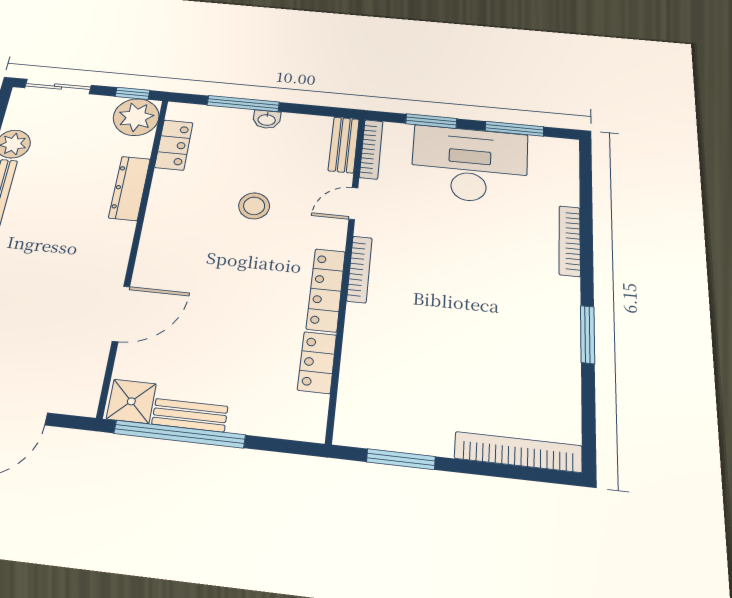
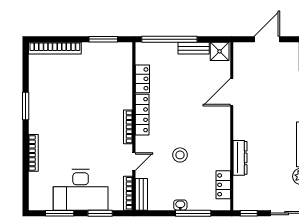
plant: (136, 117) -> (244, 199), removed
window: (180, 434) -> (169, 39), moved

